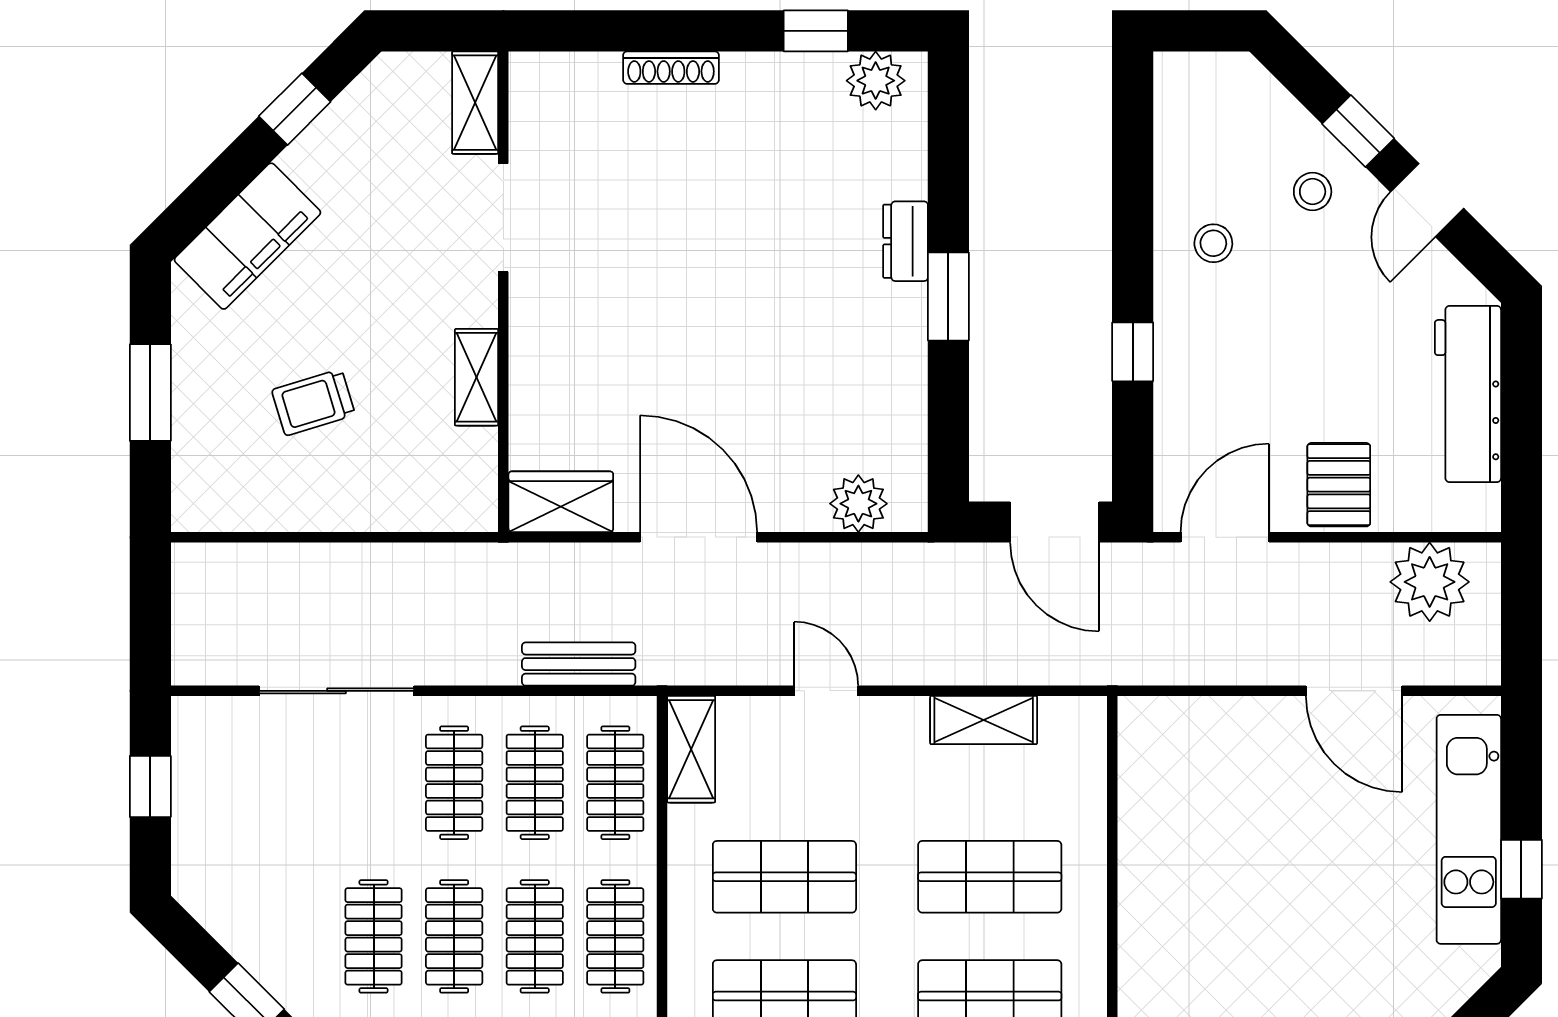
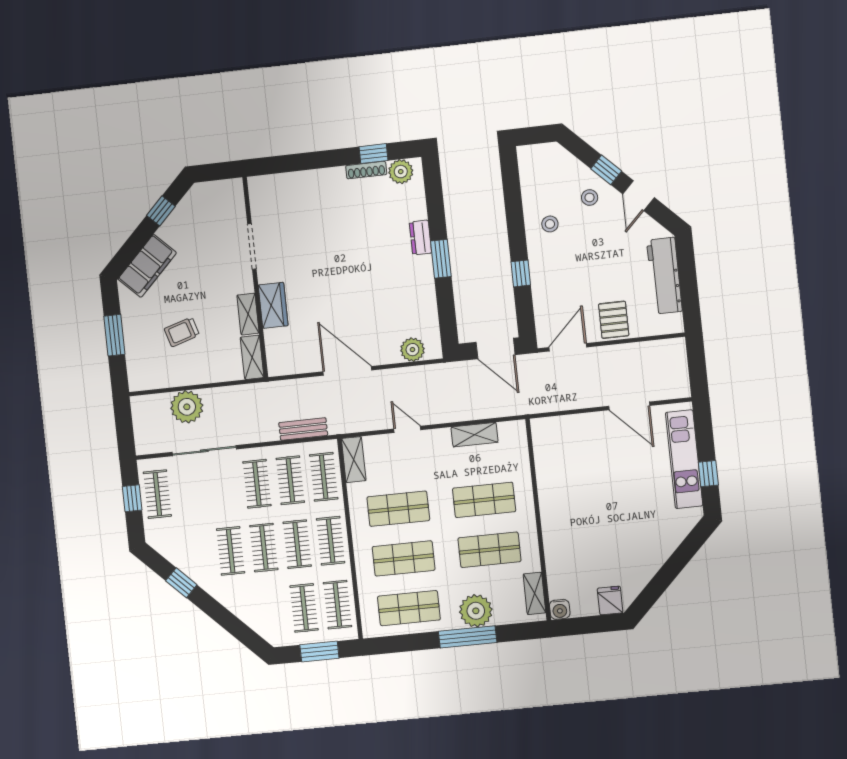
shoe rack: (671, 68) -> (366, 170), moved
shelving: (475, 103) -> (252, 357), moved
wardrobe: (561, 502) -> (273, 305), moved, turned 90
plant: (1430, 582) -> (187, 407), moved
clothes rail: (212, 783) -> (157, 494), added

